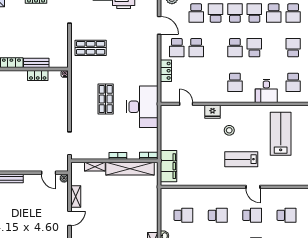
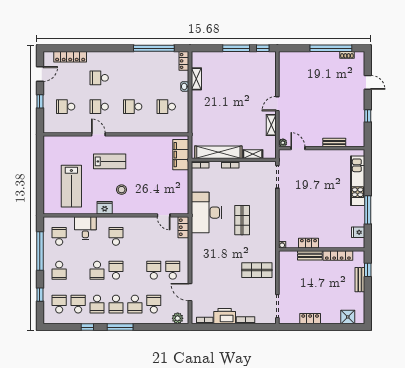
locker: (166, 71) -> (183, 227), moved
fridge: (213, 112) -> (105, 208), moved

